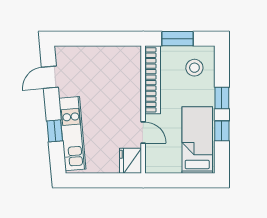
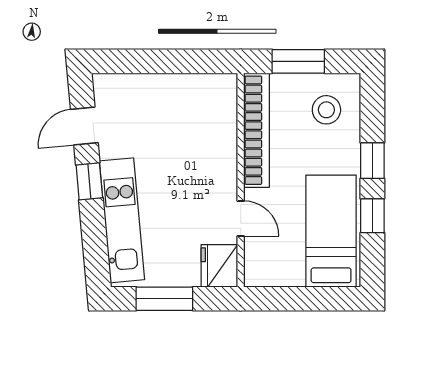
window: (55, 131) -> (89, 181), moved
window: (98, 180) -> (164, 299), added

